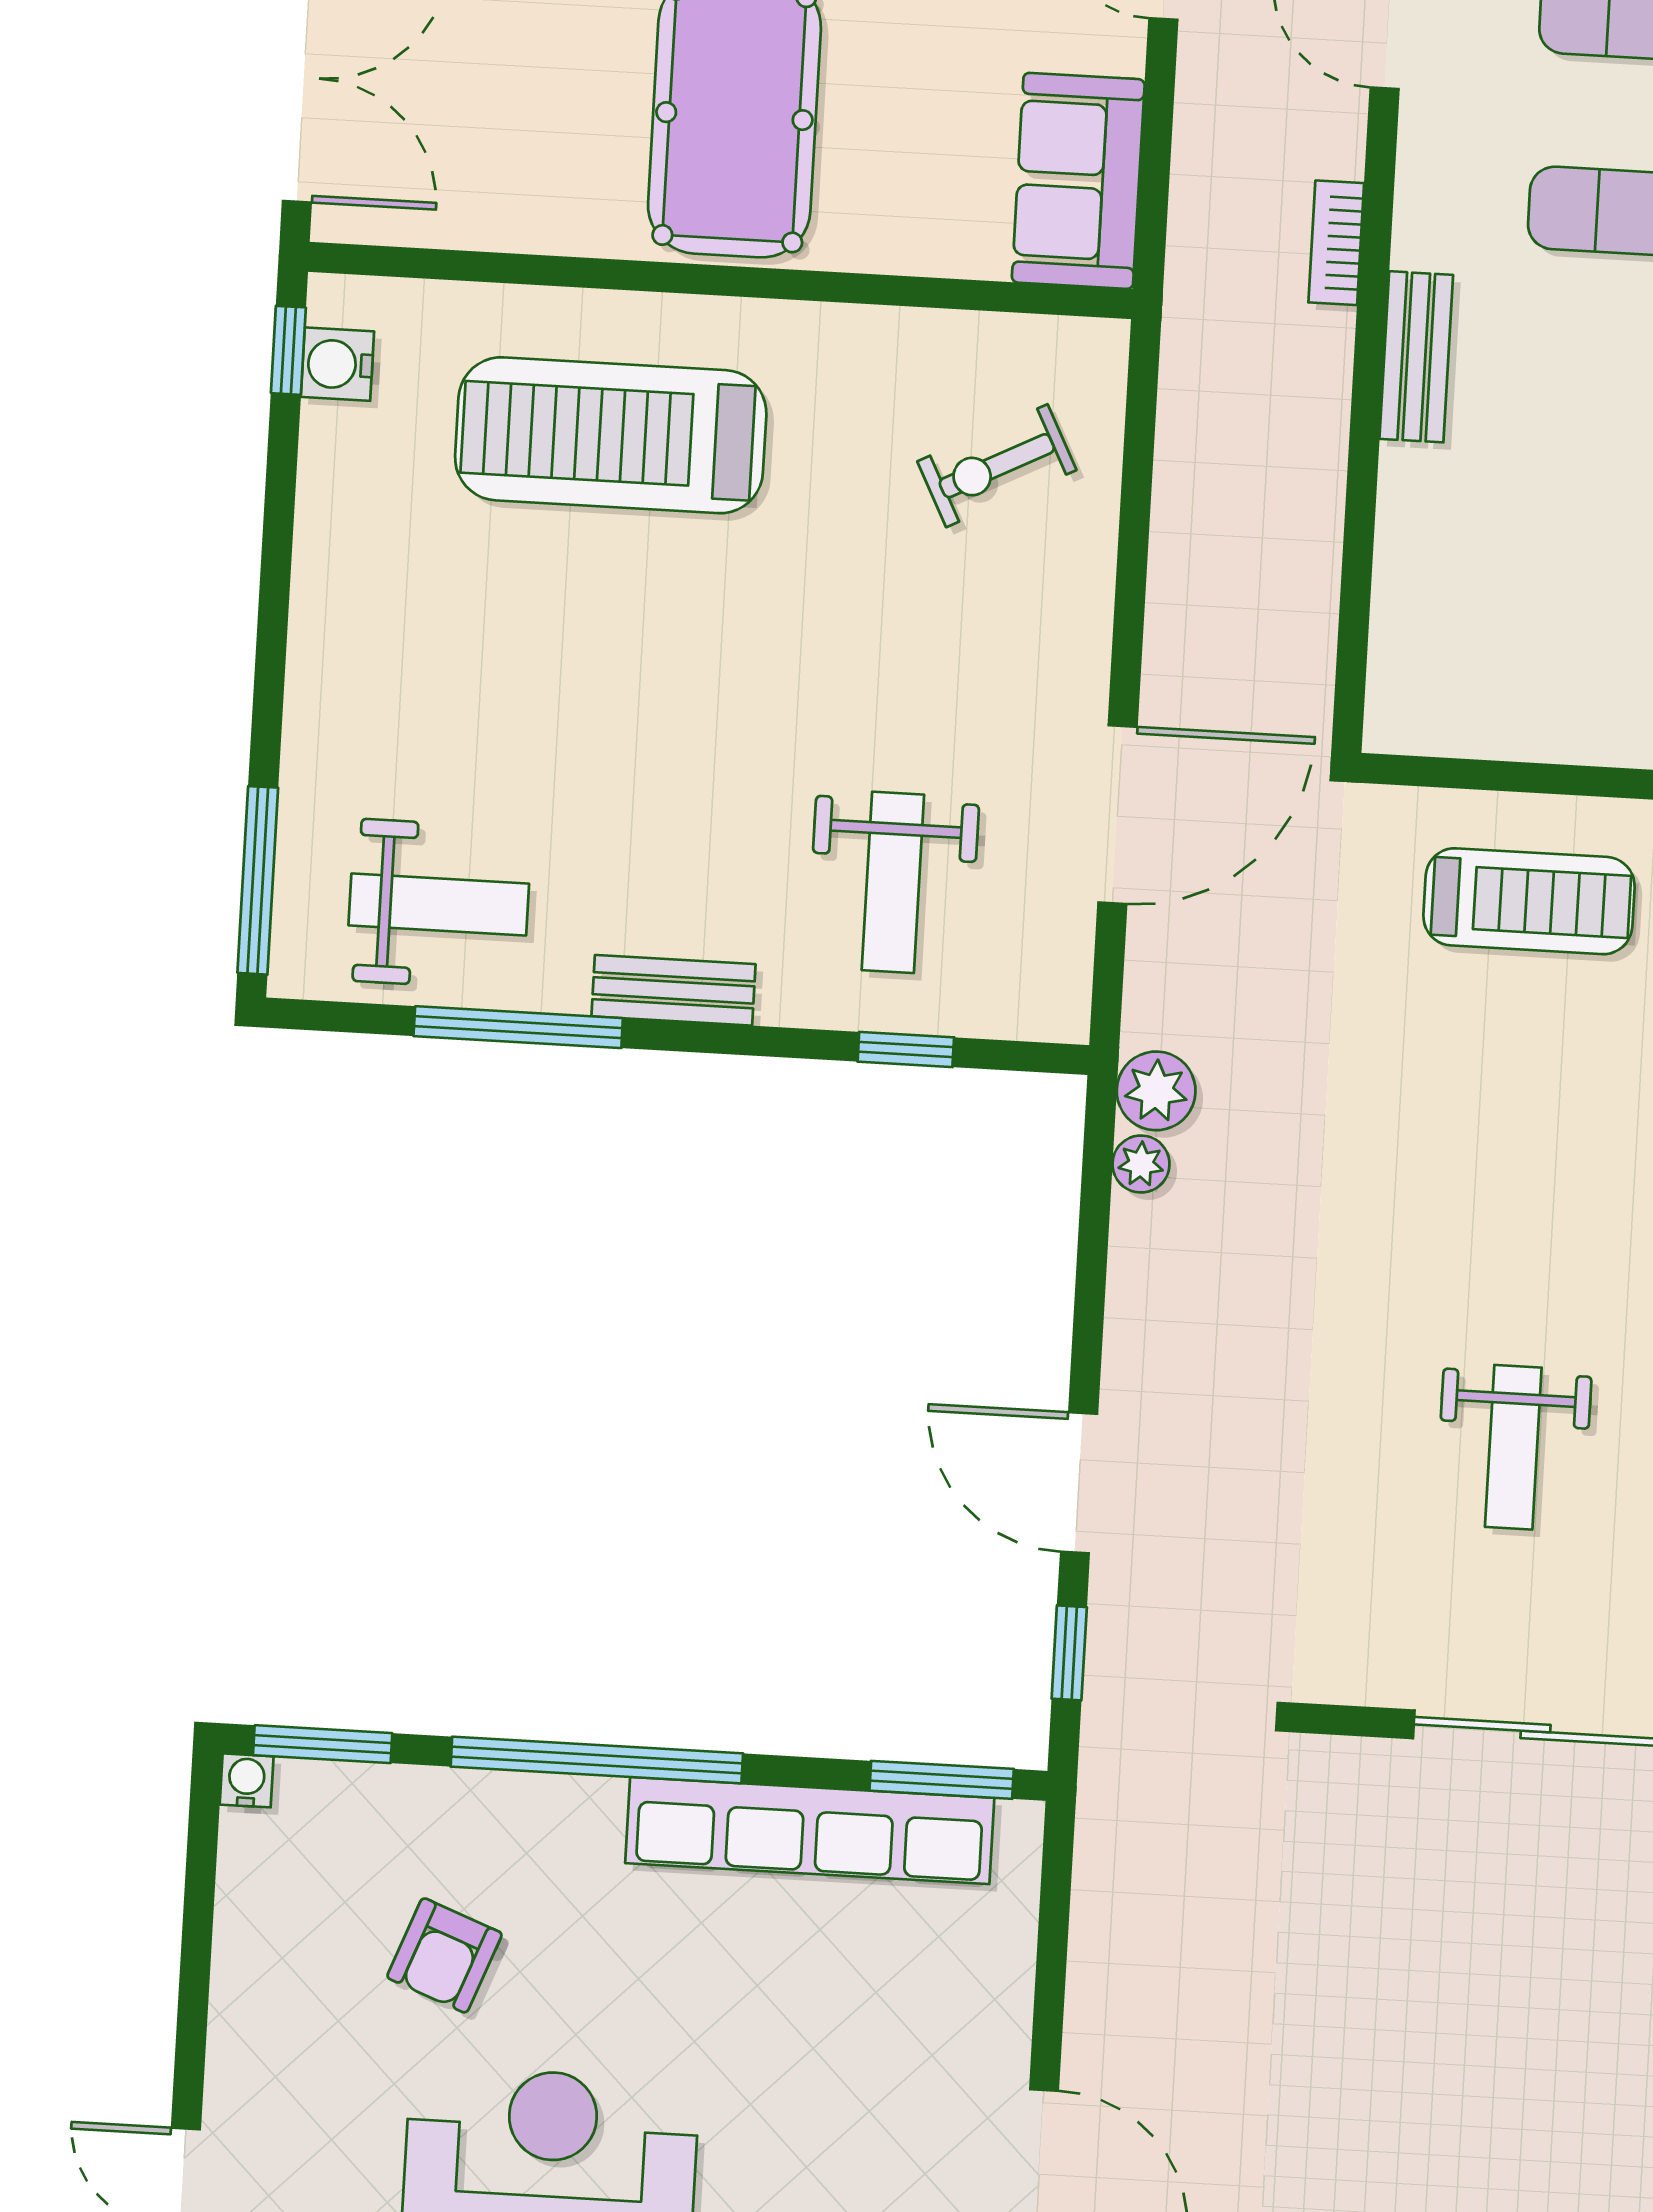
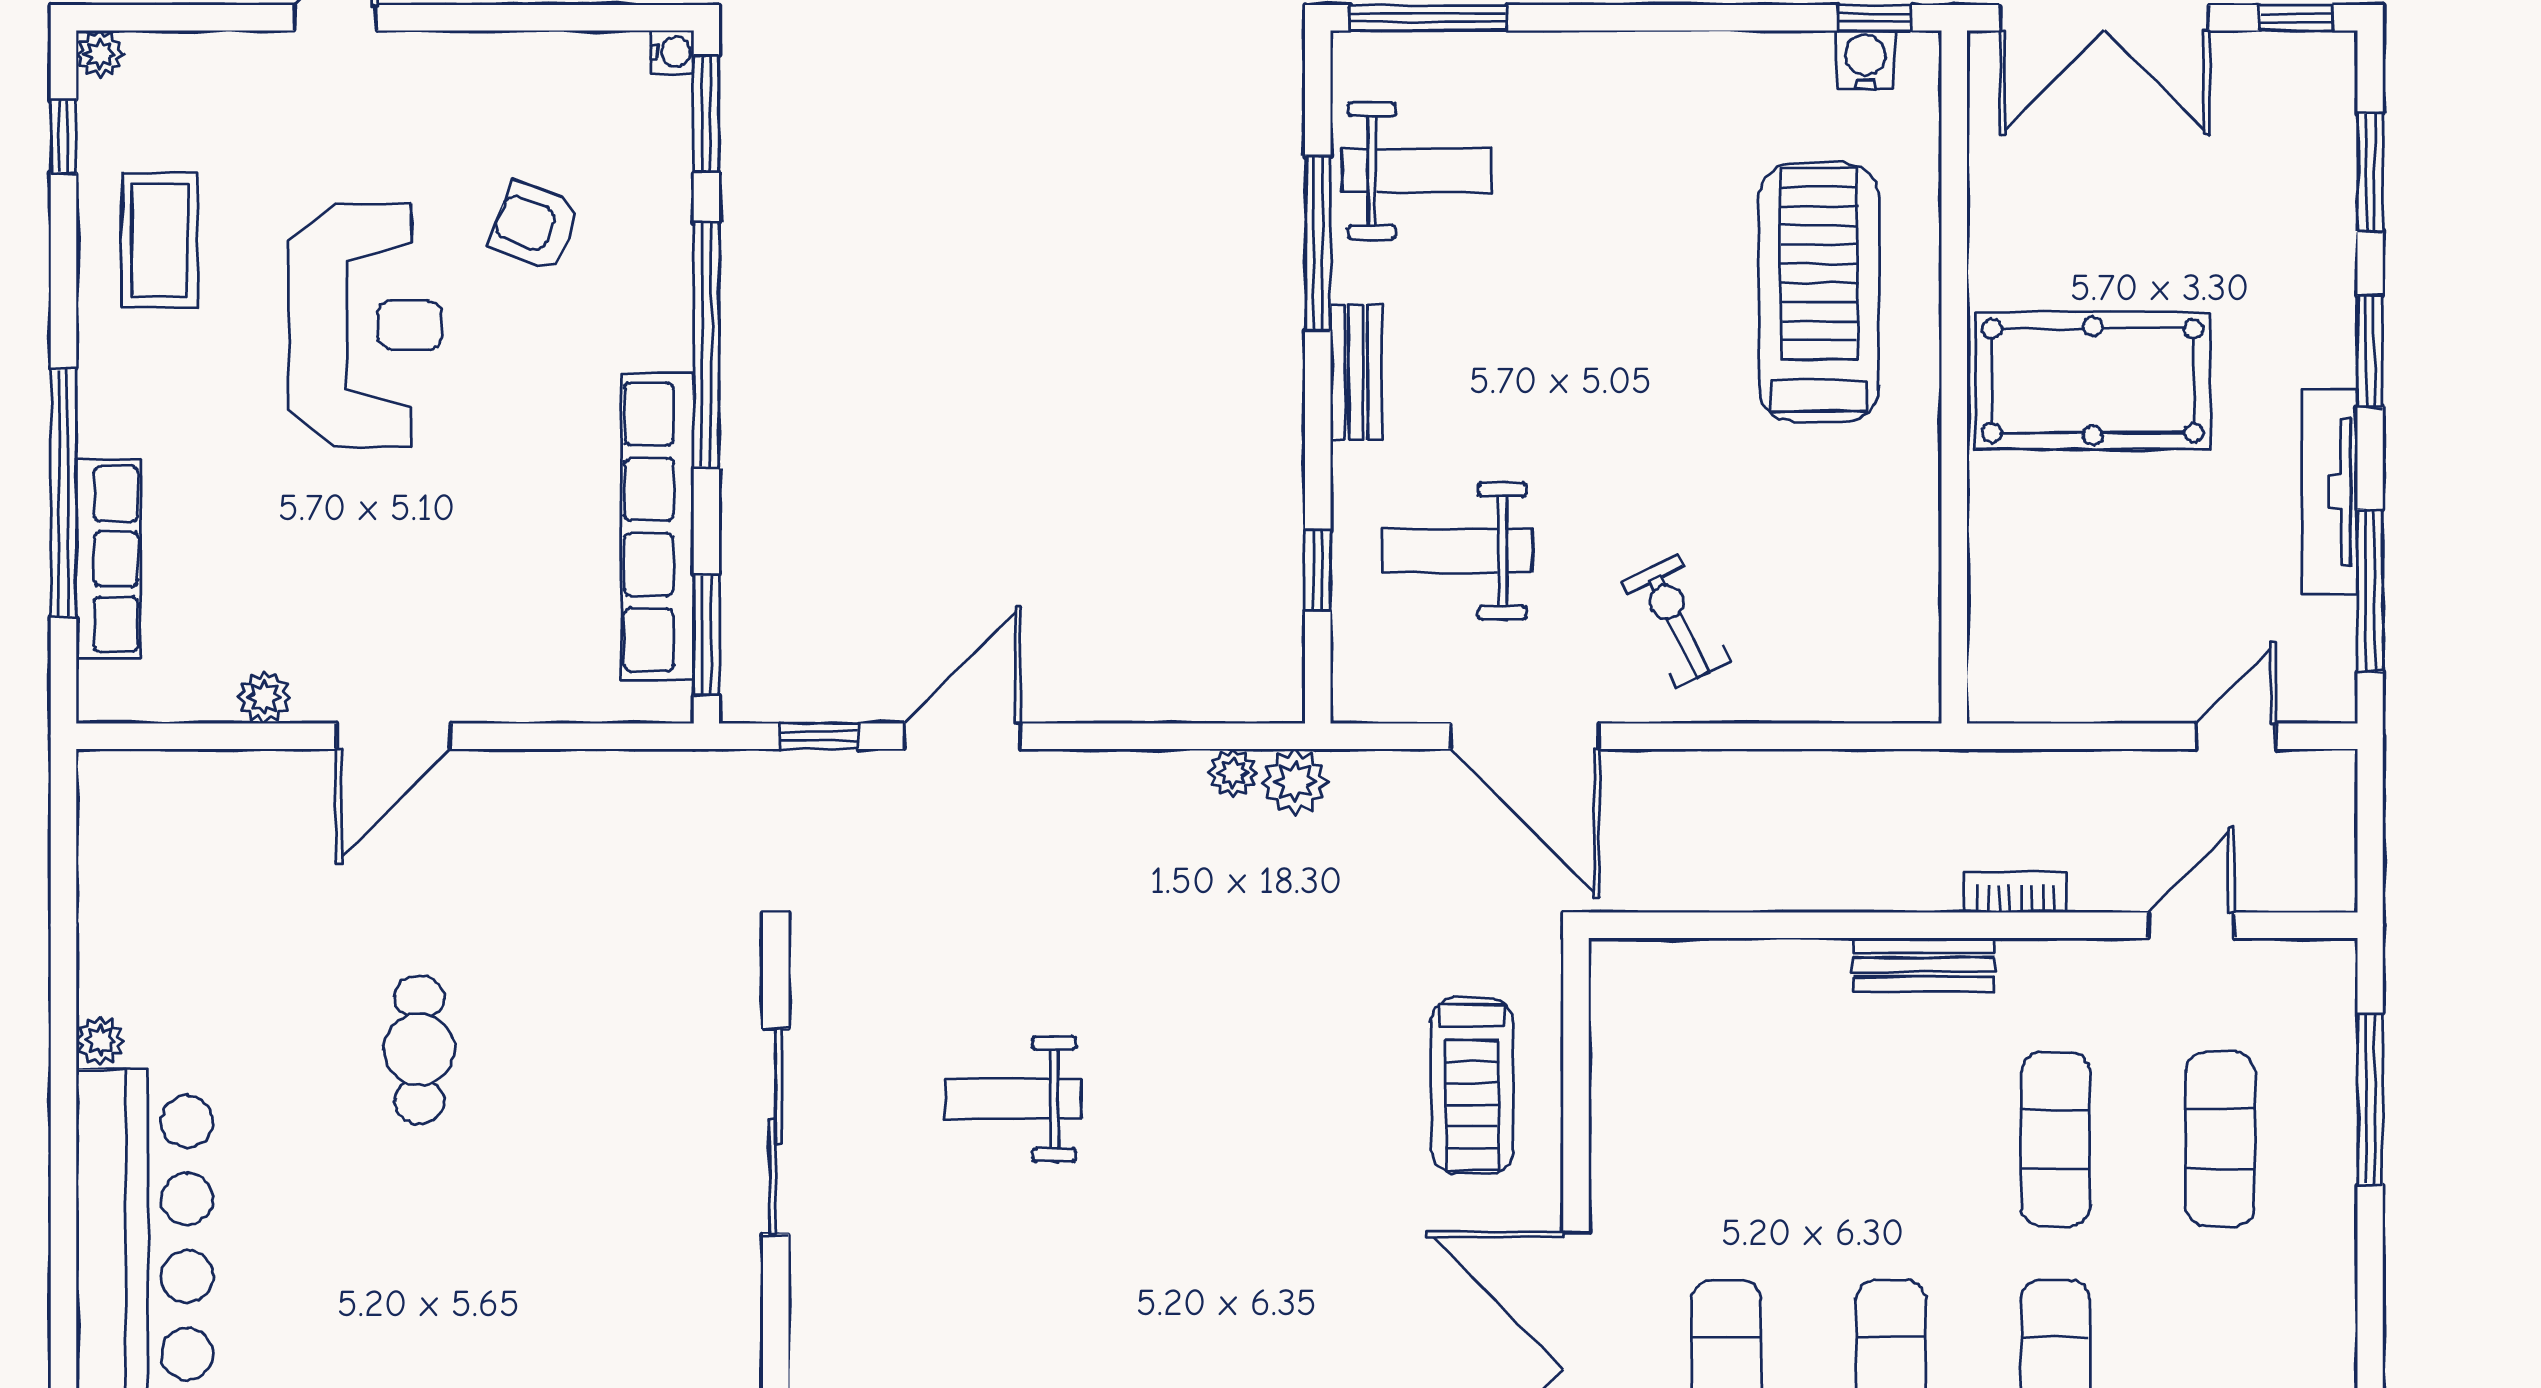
sofa: (1078, 181) -> (2055, 673), removed
exercise bike: (997, 466) -> (1676, 621), moved
weight bench: (439, 905) -> (1417, 171), turned -90
cafe table: (1414, 2149) -> (419, 1049), added

